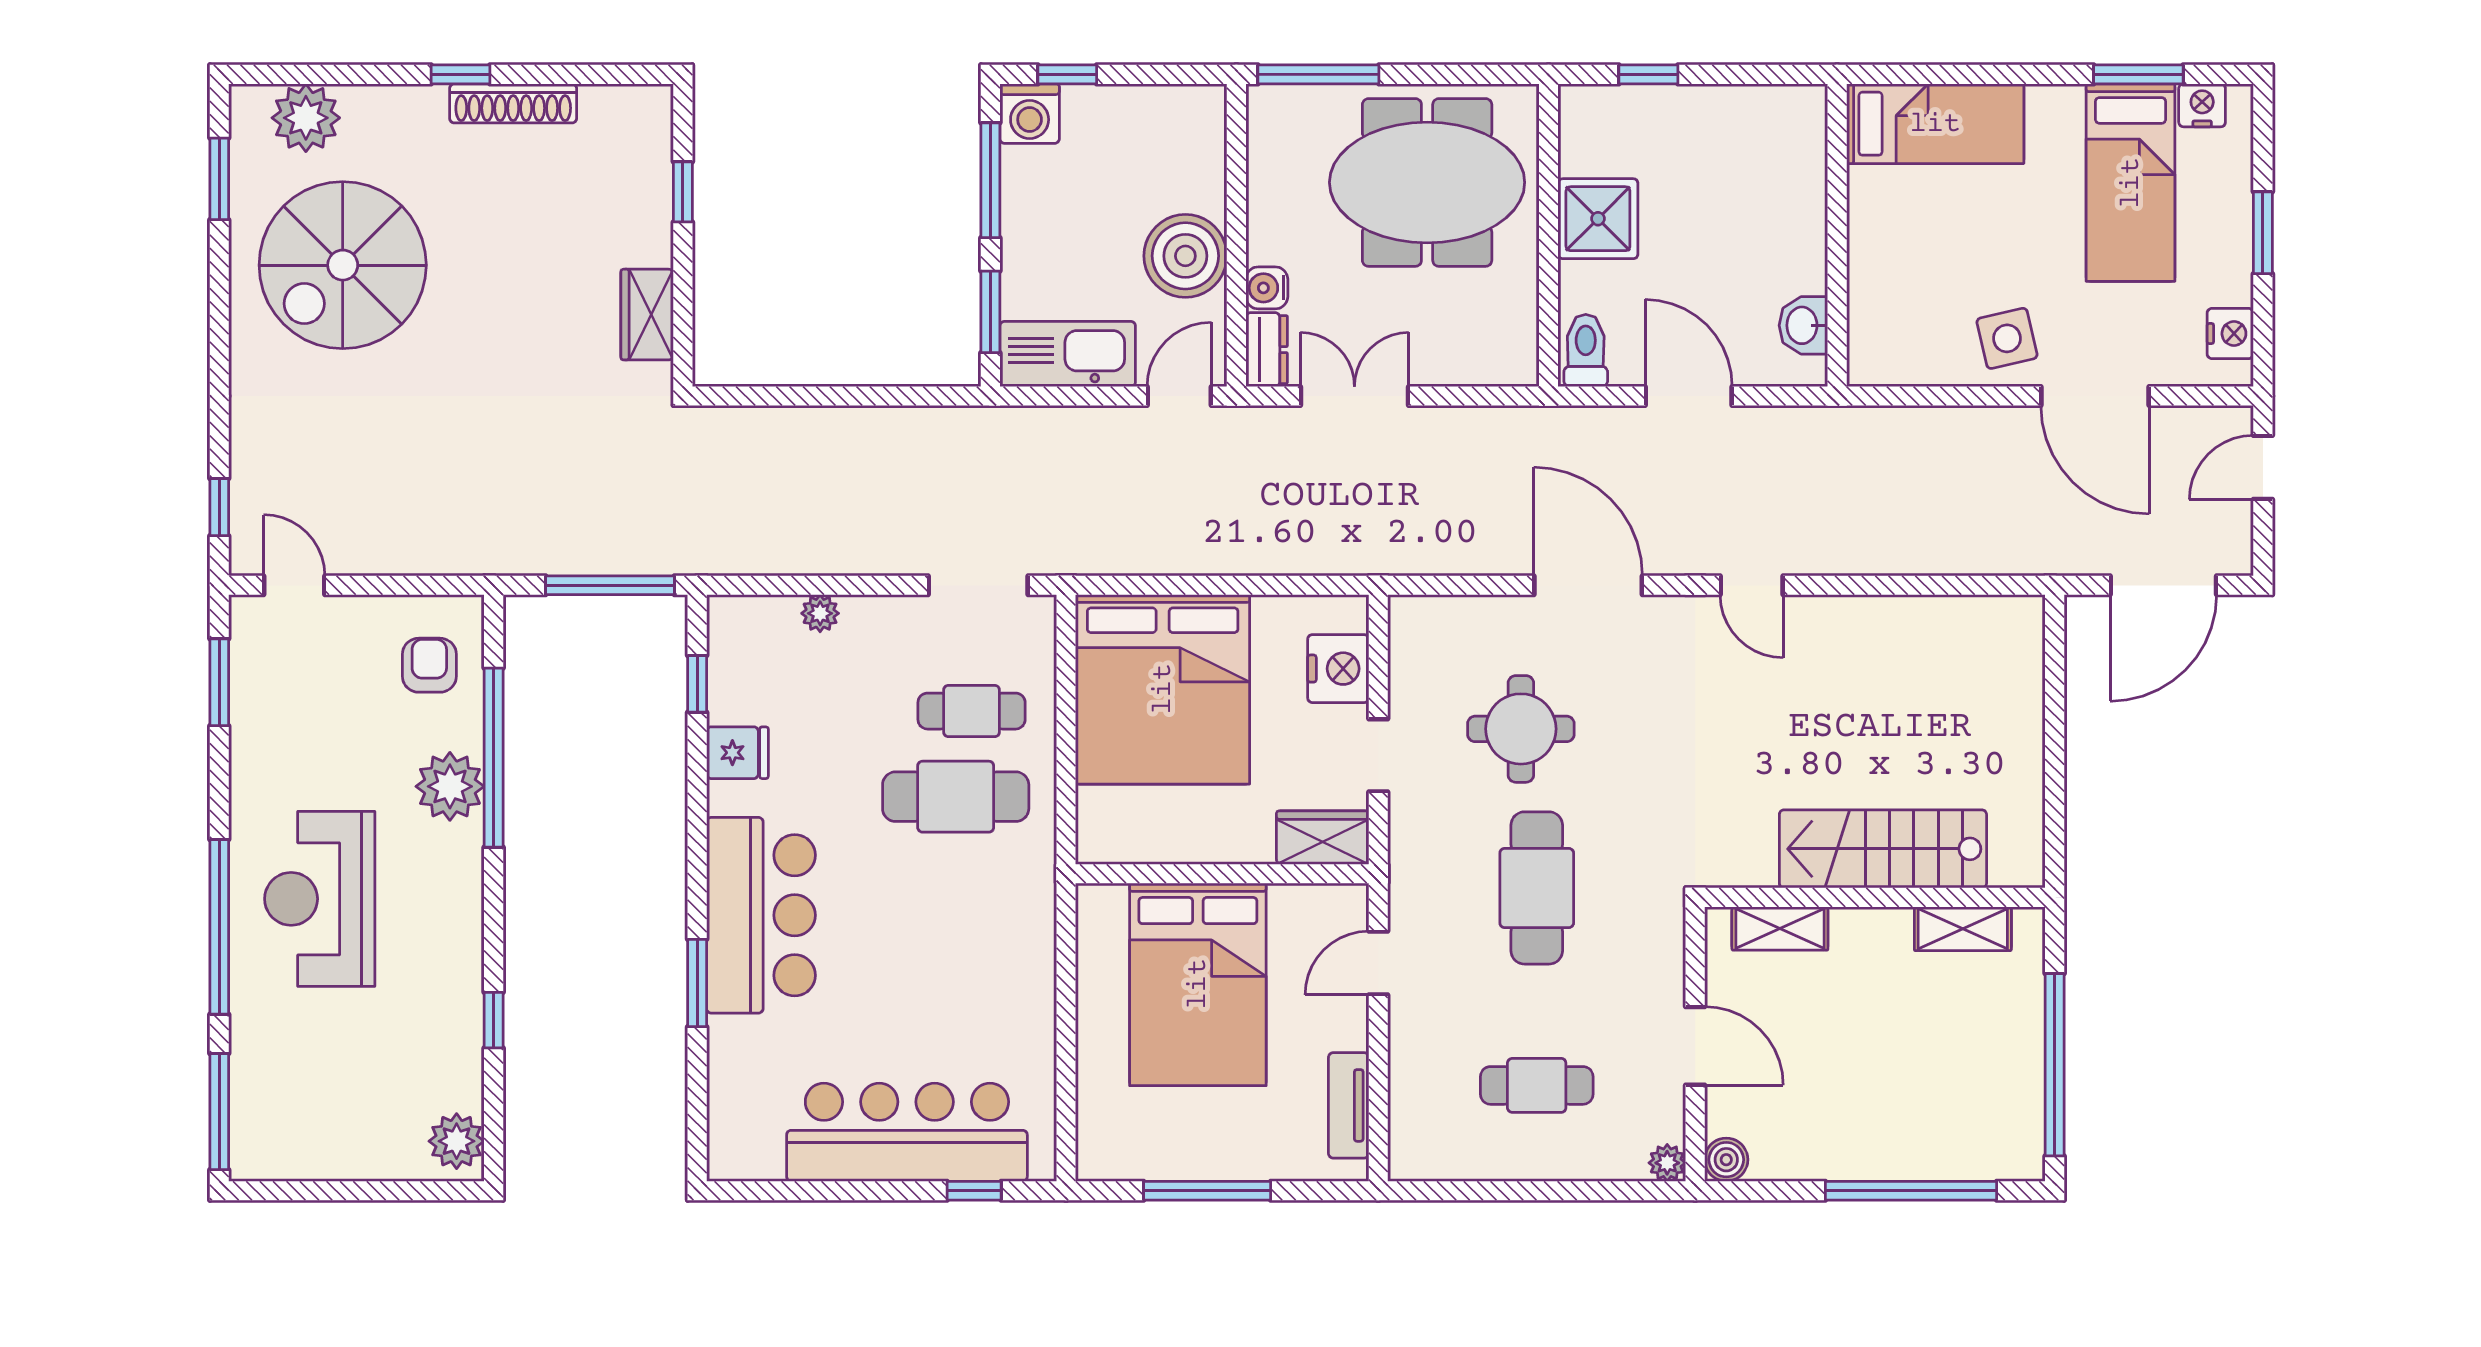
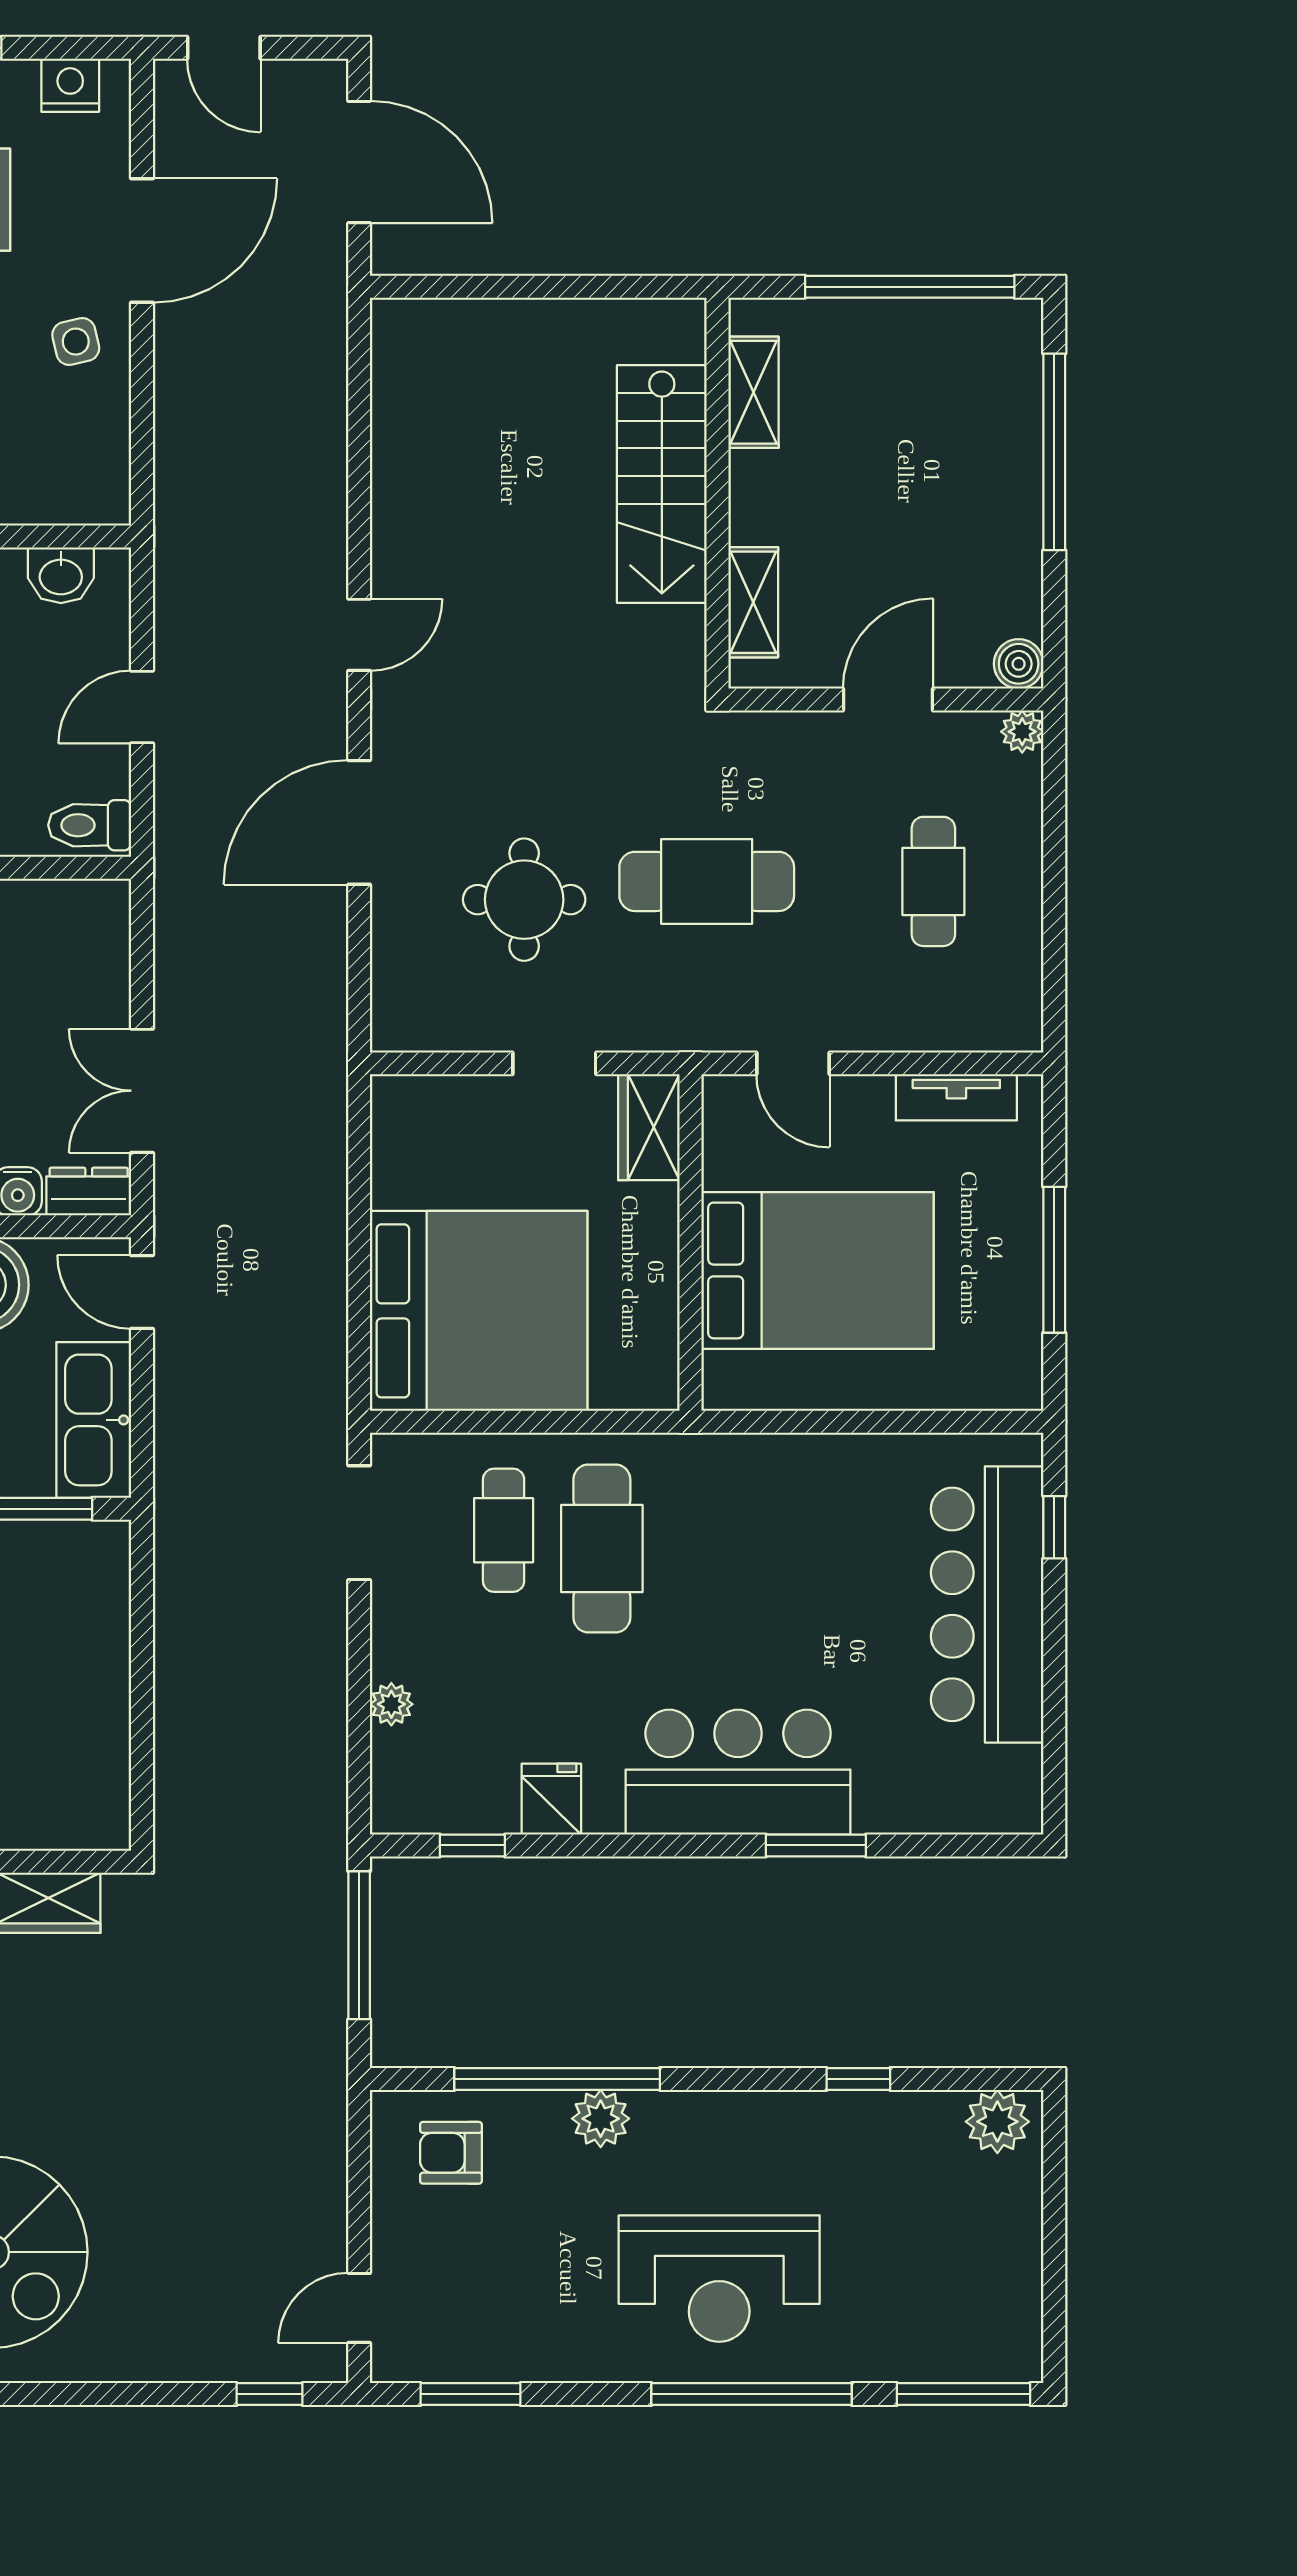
side table: (2007, 338) -> (76, 342), width x0.73, depth x0.73
door: (1689, 396) -> (142, 707), width x0.73
nightstand: (1338, 669) -> (455, 1109), removed
plant: (450, 786) -> (601, 2119), width x0.73, depth x0.73

